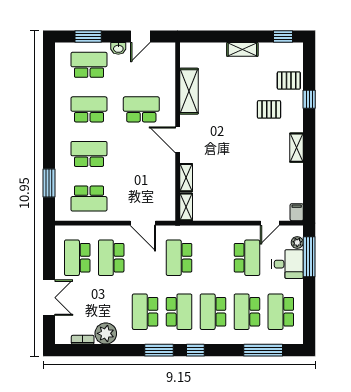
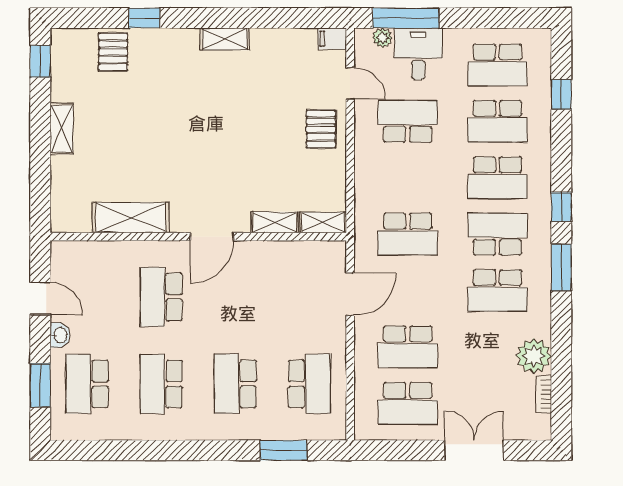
pallet: (269, 109) -> (321, 129), moved
window: (263, 350) -> (561, 94), width x0.46

